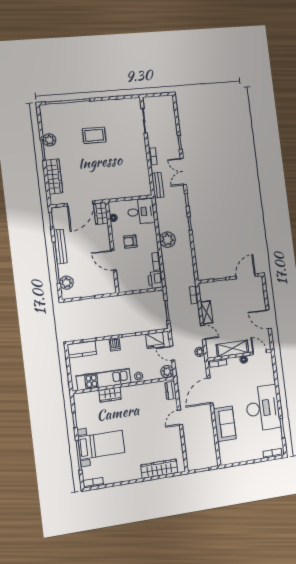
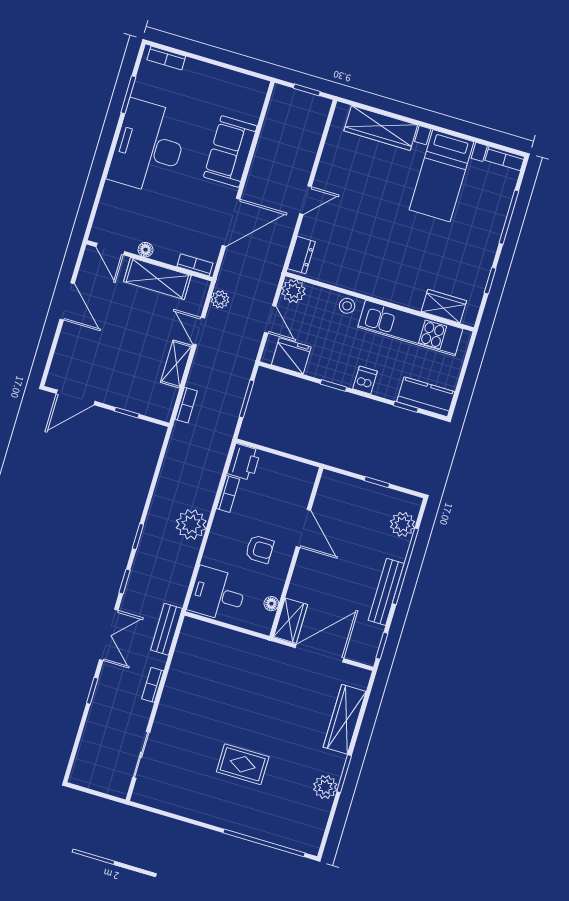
wardrobe: (110, 395) -> (444, 306), moved
bed with nightstands: (101, 445) -> (441, 176), moved, turned -90

